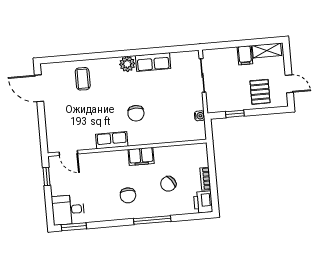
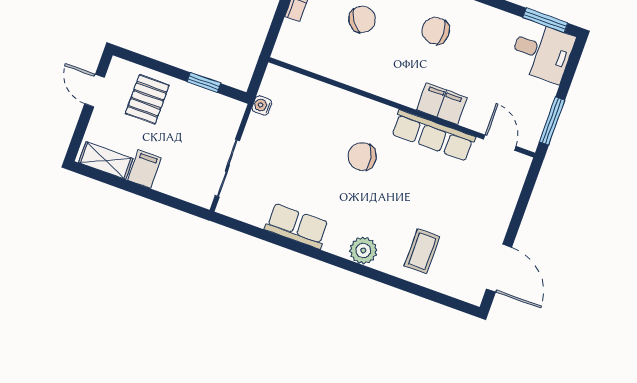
plant: (127, 64) -> (363, 250), moved
chair: (136, 113) -> (362, 156), turned -101
row of seats: (112, 140) -> (433, 136), width x1.48
filing cabinet: (141, 156) -> (442, 104), moved
window: (47, 176) -> (552, 121), width x1.50
chair: (128, 195) -> (436, 31), turned -90

